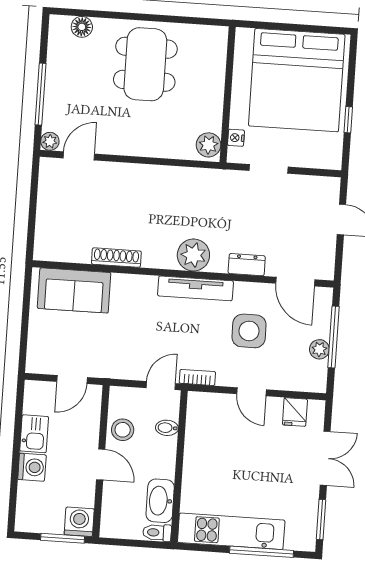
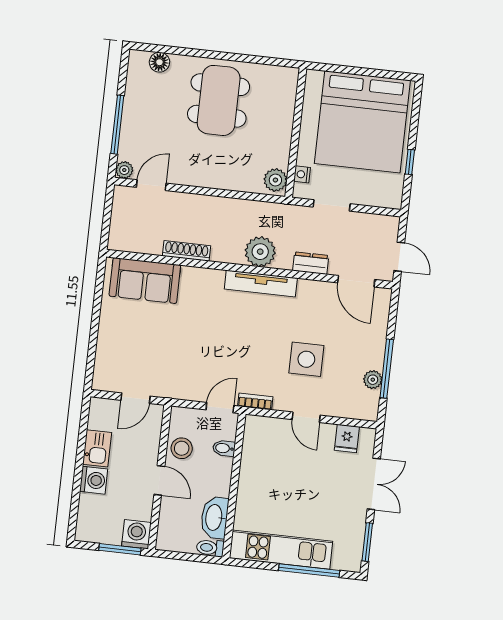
plant: (193, 255) -> (260, 252), moved
shoe rack: (116, 258) -> (187, 251), moved
dresser: (247, 265) -> (311, 263), moved
wall: (183, 274) -> (249, 269), moved
door: (295, 282) -> (356, 281), moved
tv unit: (195, 288) -> (261, 284), moved
sofa: (74, 290) -> (145, 281), moved

